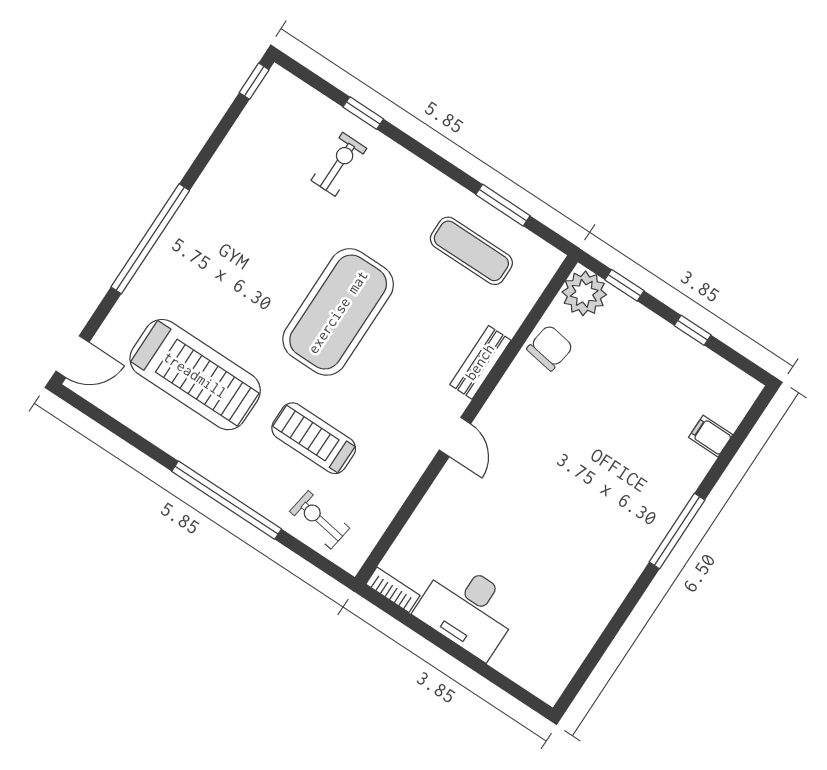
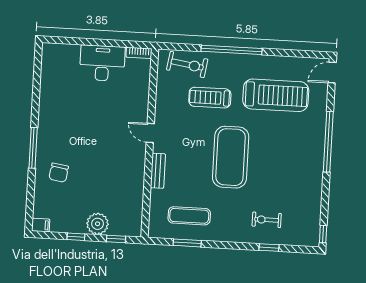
exercise bike: (339, 164) -> (267, 220), turned 90
plant: (584, 293) -> (98, 224), moved
chair: (550, 348) -> (59, 173), moved
treadmill: (195, 375) -> (276, 95), turned 180
filing cabinet: (711, 436) -> (41, 225), moved
treadmill: (314, 438) -> (210, 98), turned 180
exercise bike: (320, 520) -> (187, 64), width x1.38, depth x1.39

